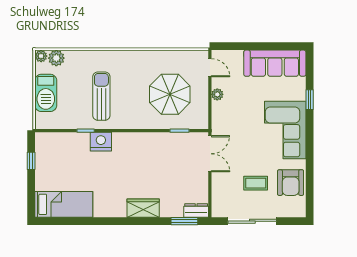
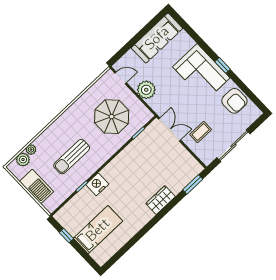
plant: (41, 56) -> (31, 150), moved
plant: (217, 94) -> (146, 90), width x1.88, depth x1.88
sun lounger: (101, 96) -> (72, 157), turned -90
window: (310, 100) -> (223, 65), moved
coffee table: (256, 183) -> (201, 132), moved
bed: (64, 204) -> (98, 230), moved
dresser: (196, 210) -> (194, 171), removed

